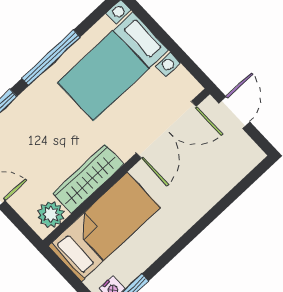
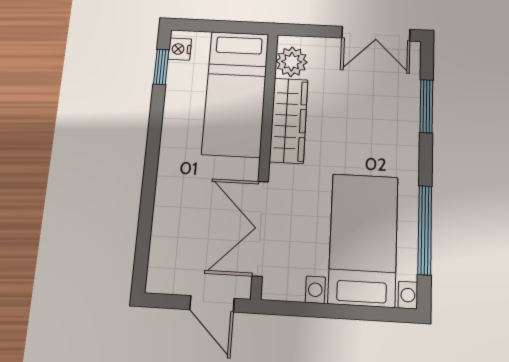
window: (51, 58) -> (425, 230), moved

